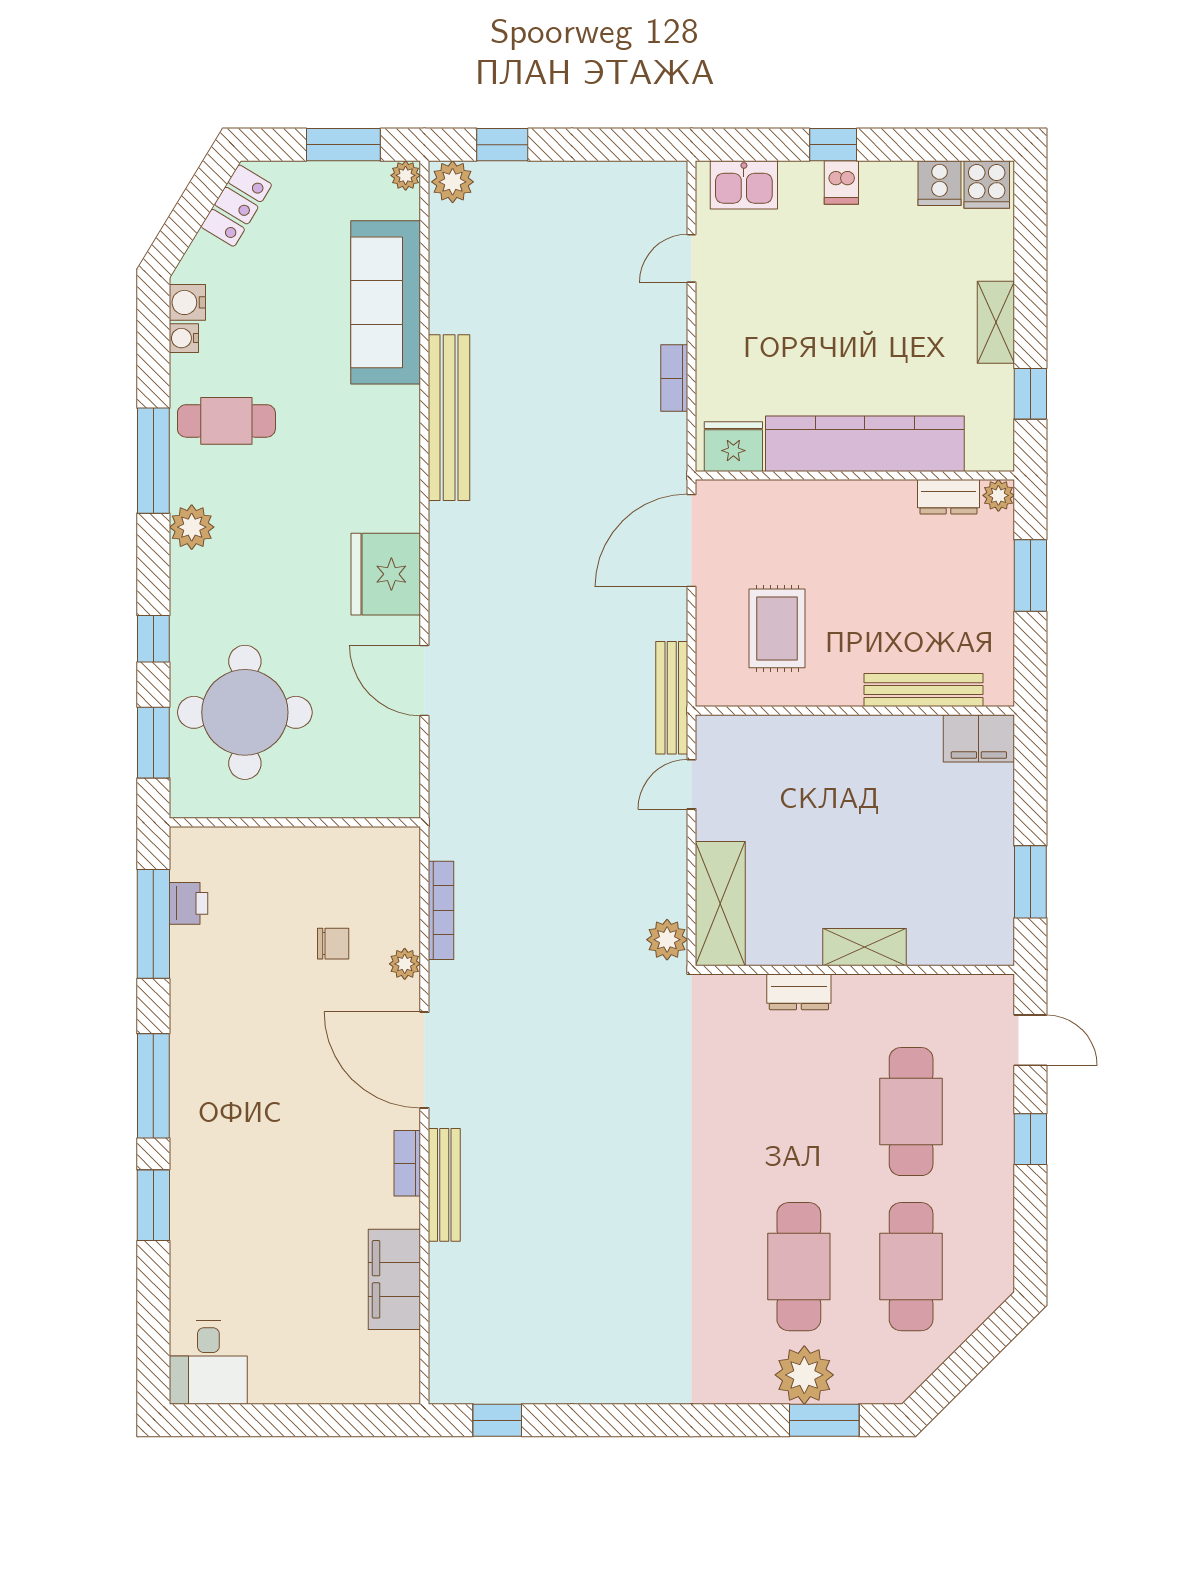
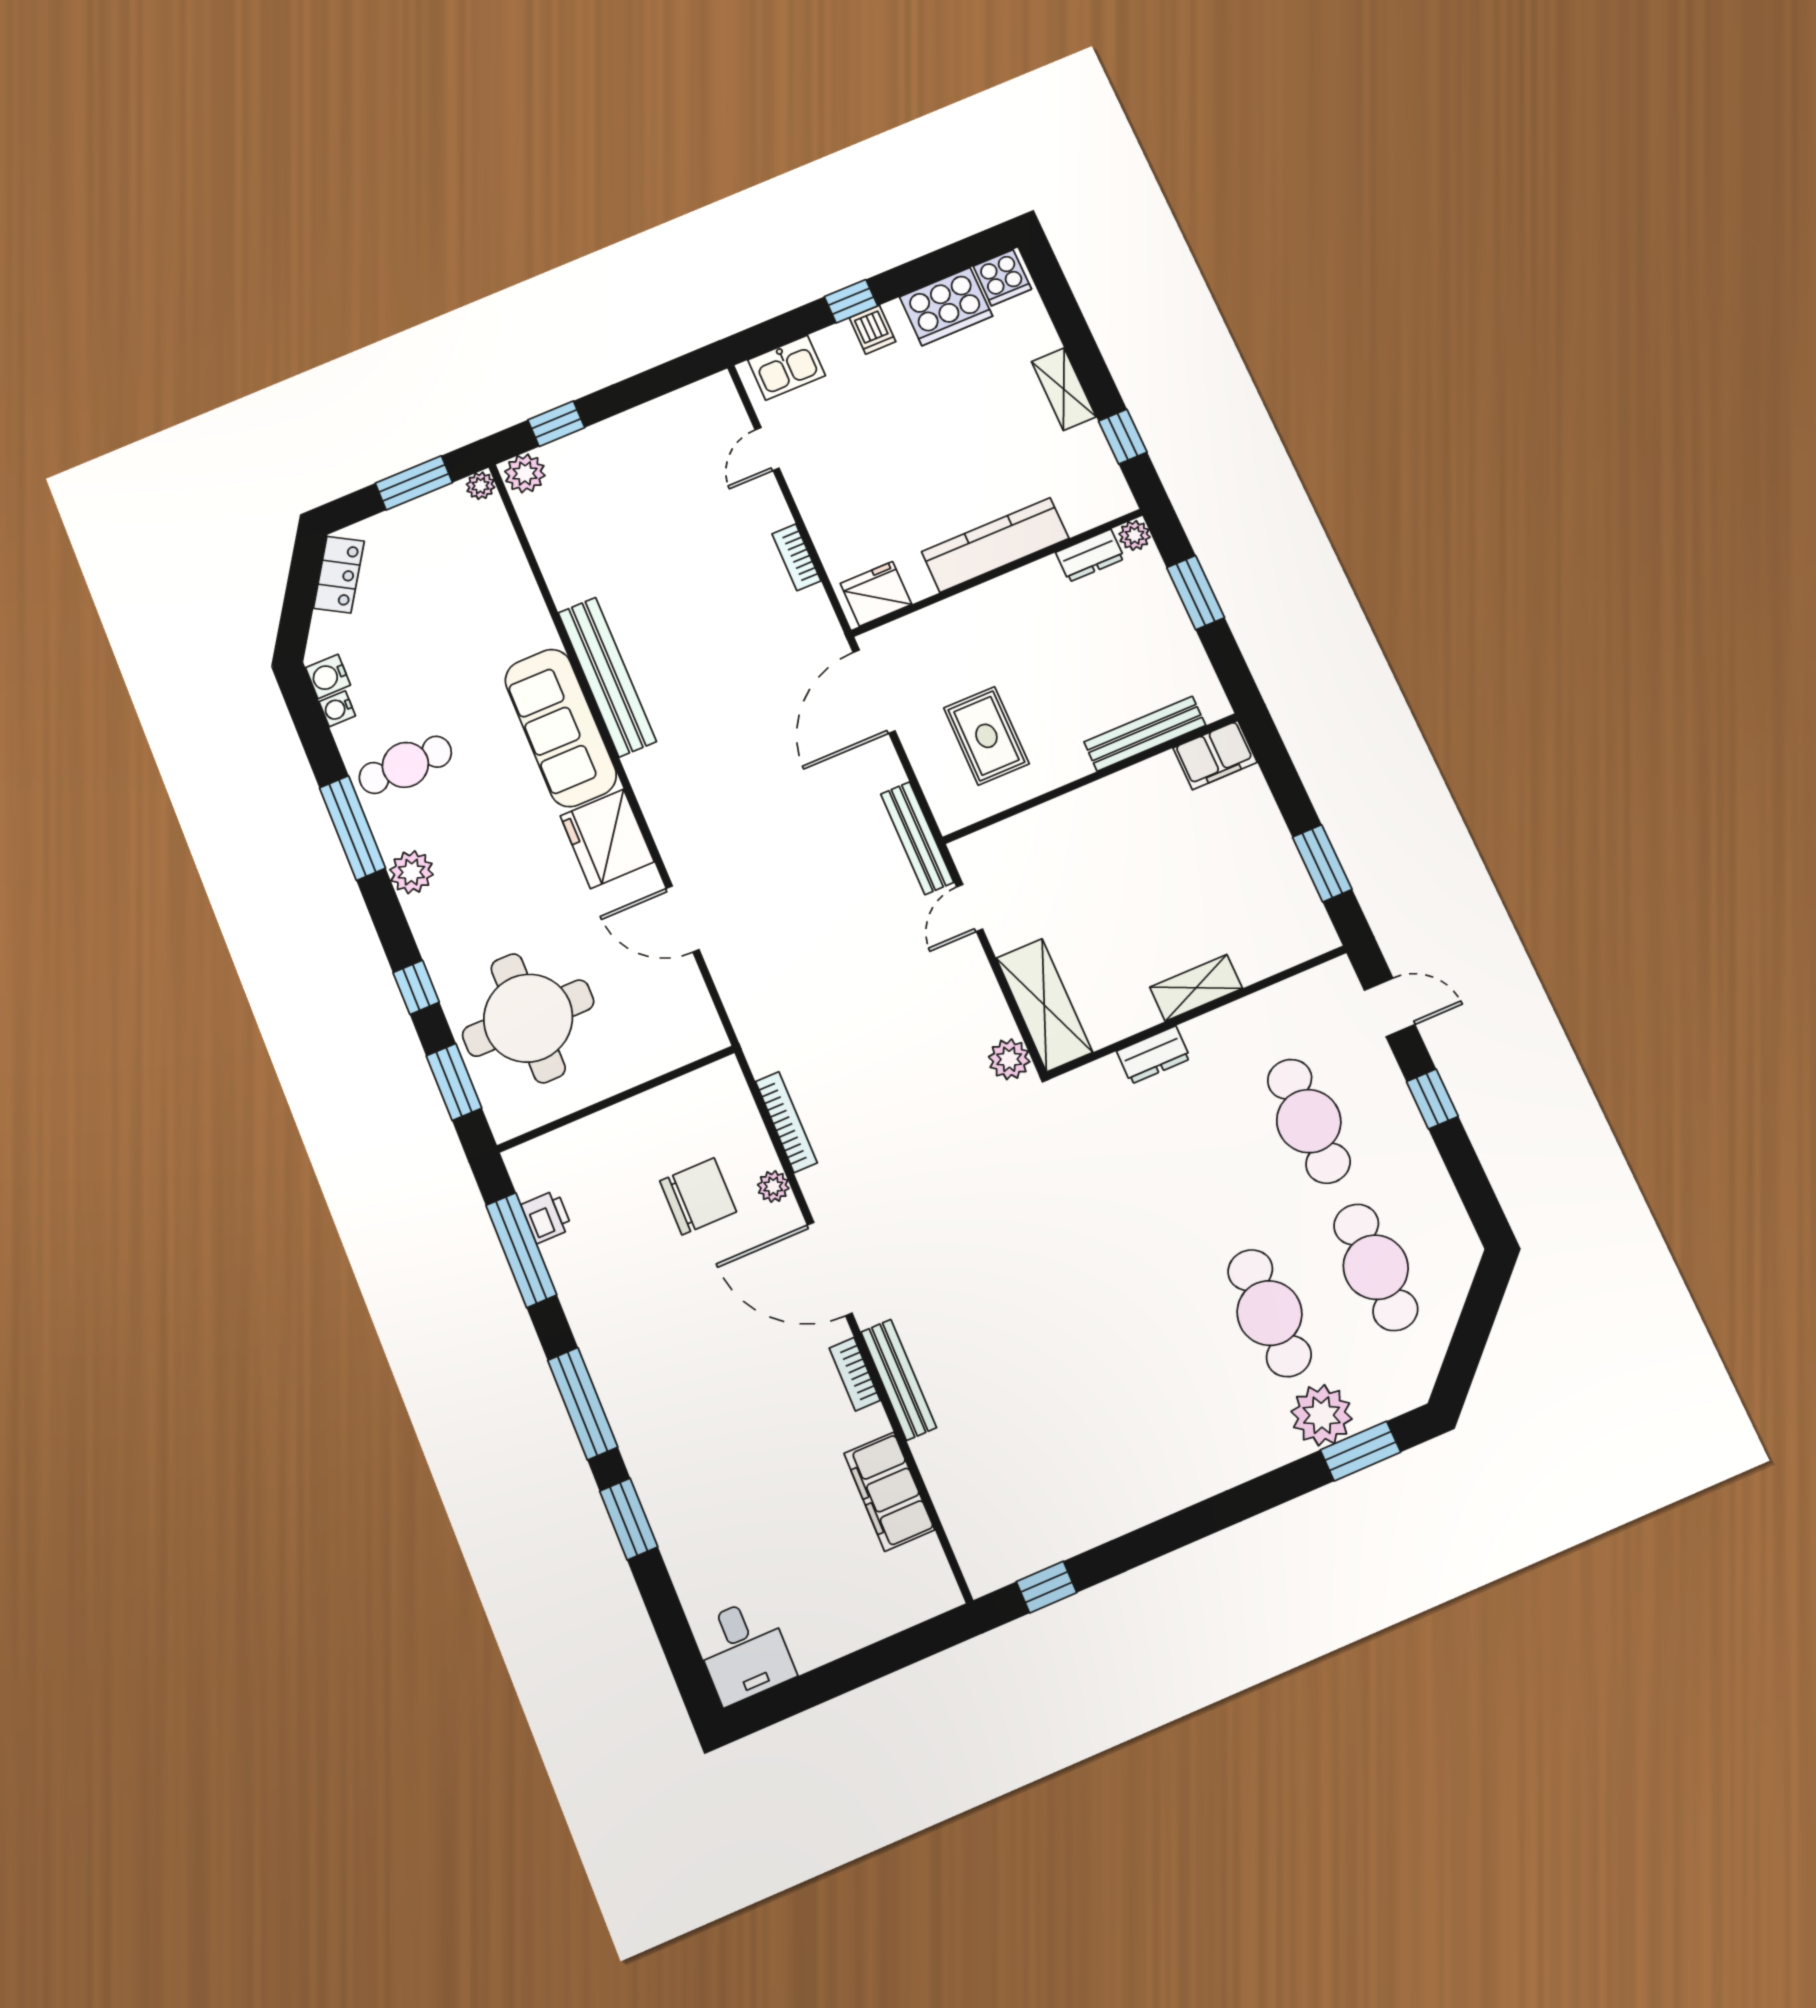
cooker: (940, 183) -> (946, 306), width x1.87, depth x1.31
sofa: (386, 302) -> (561, 728), moved
kitchen counter: (865, 444) -> (995, 545), width x0.72, depth x0.86
chair: (333, 944) -> (698, 1196), width x1.87, depth x1.87

